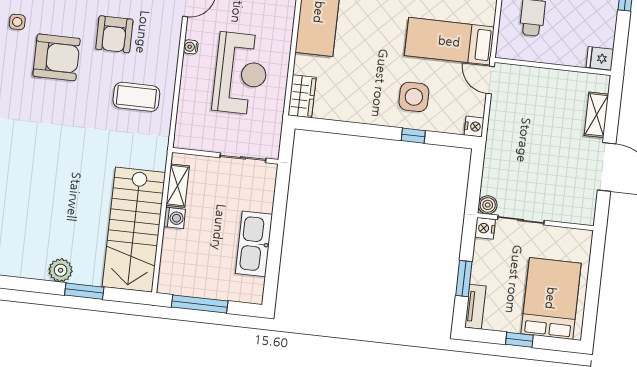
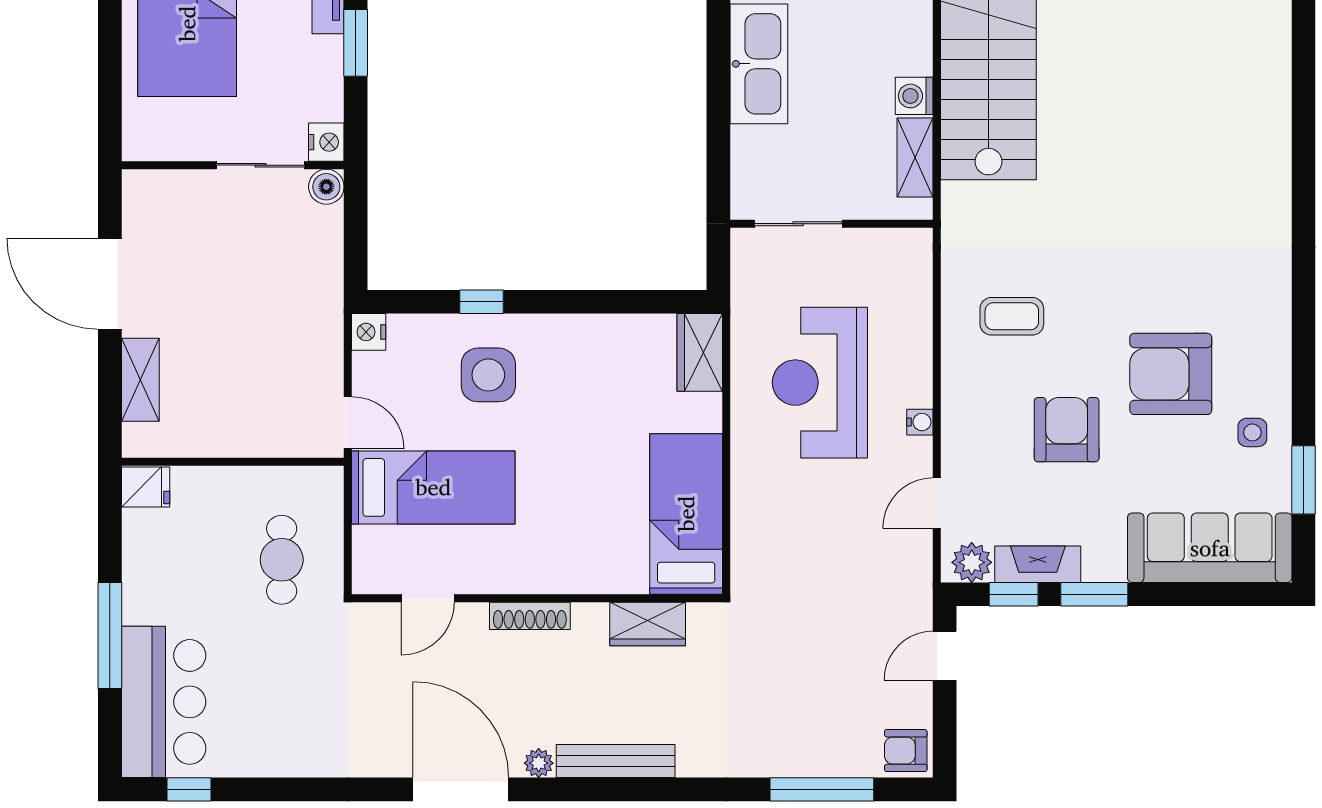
coffee table: (136, 97) -> (1012, 316), width x0.73, depth x0.77

